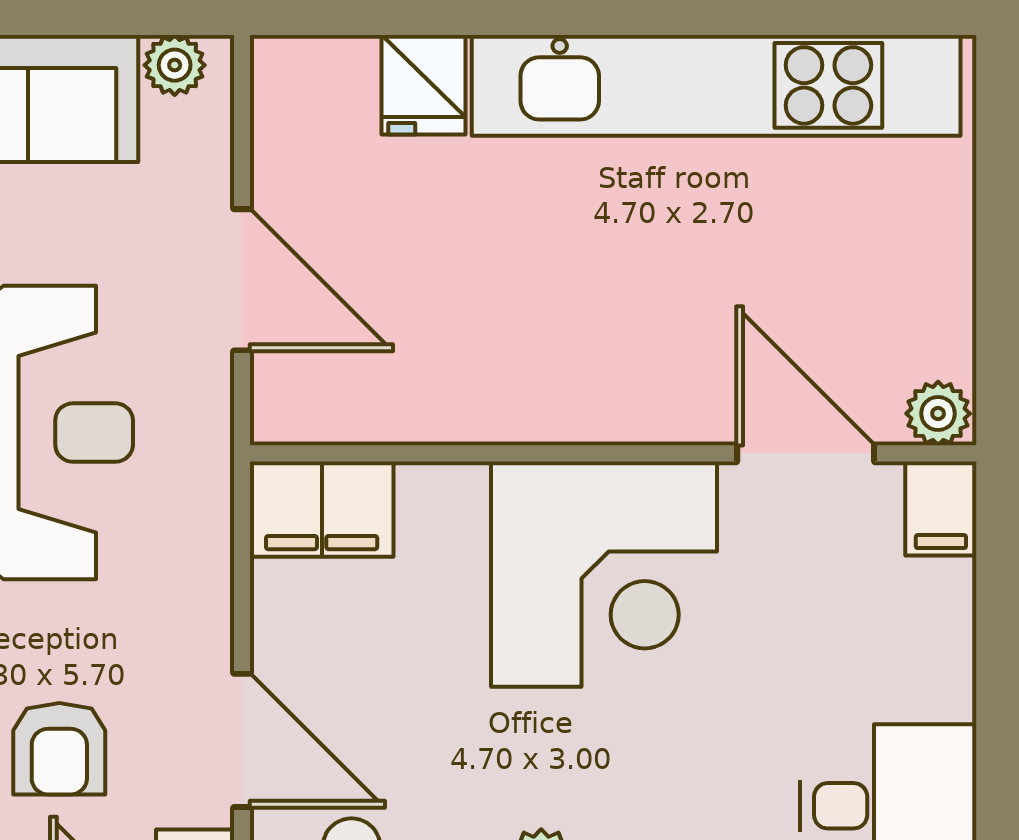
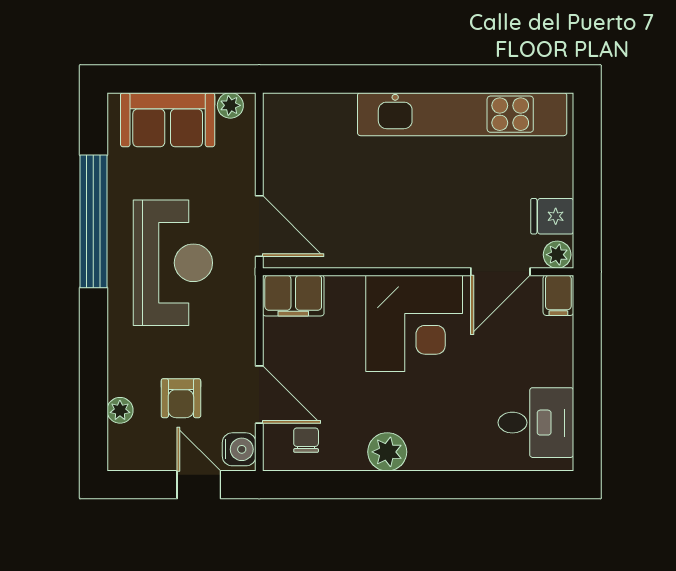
fridge: (424, 85) -> (552, 216), moved, turned 90
door: (242, 280) -> (259, 226), moved
door: (806, 453) -> (500, 272), swing flipped

